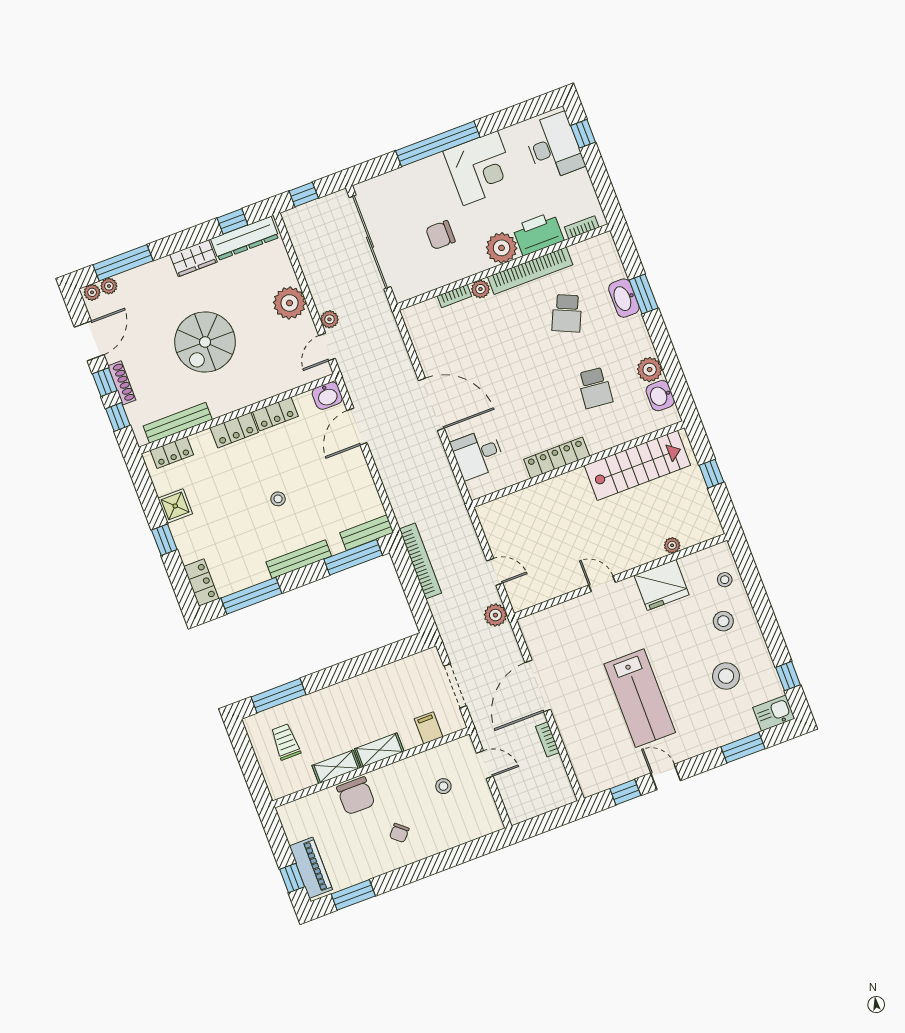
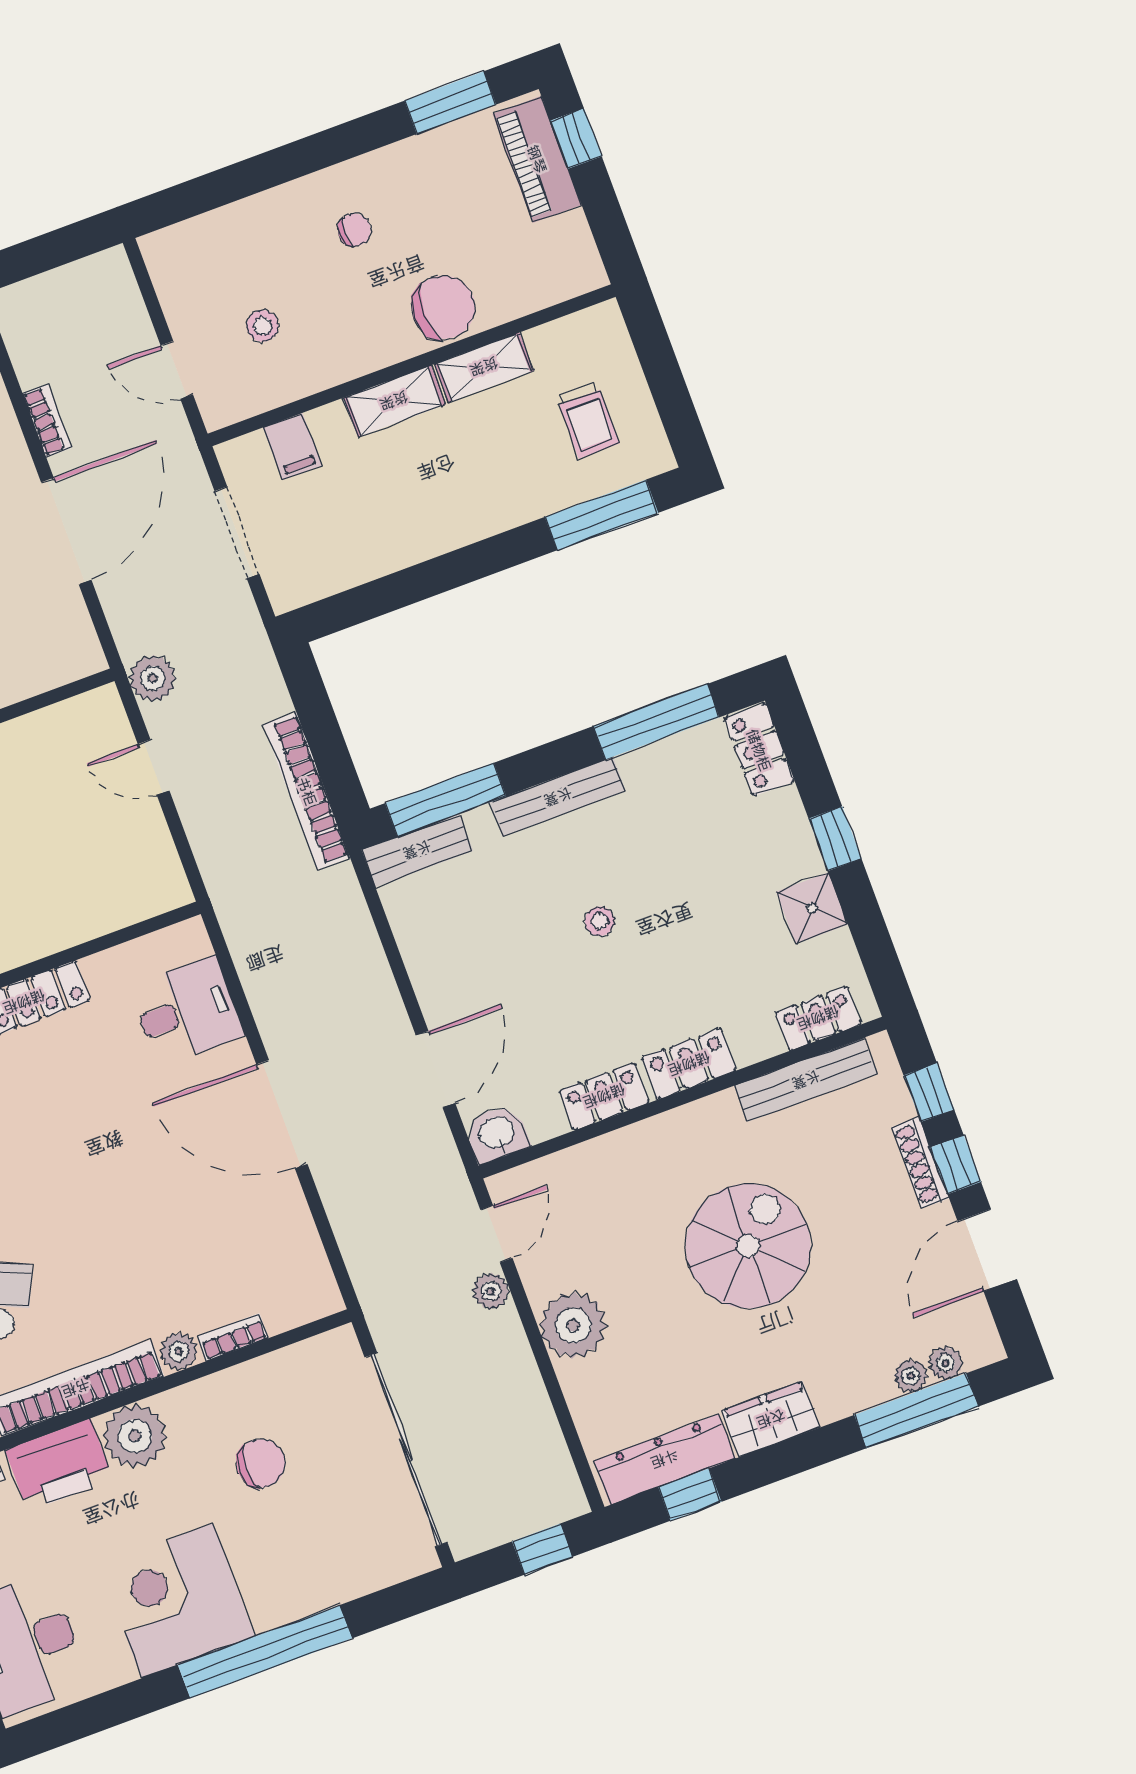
plant: (92, 292) -> (911, 1376), moved
chair: (356, 796) -> (443, 307), turned 90
chair: (399, 833) -> (354, 230), turned 49

